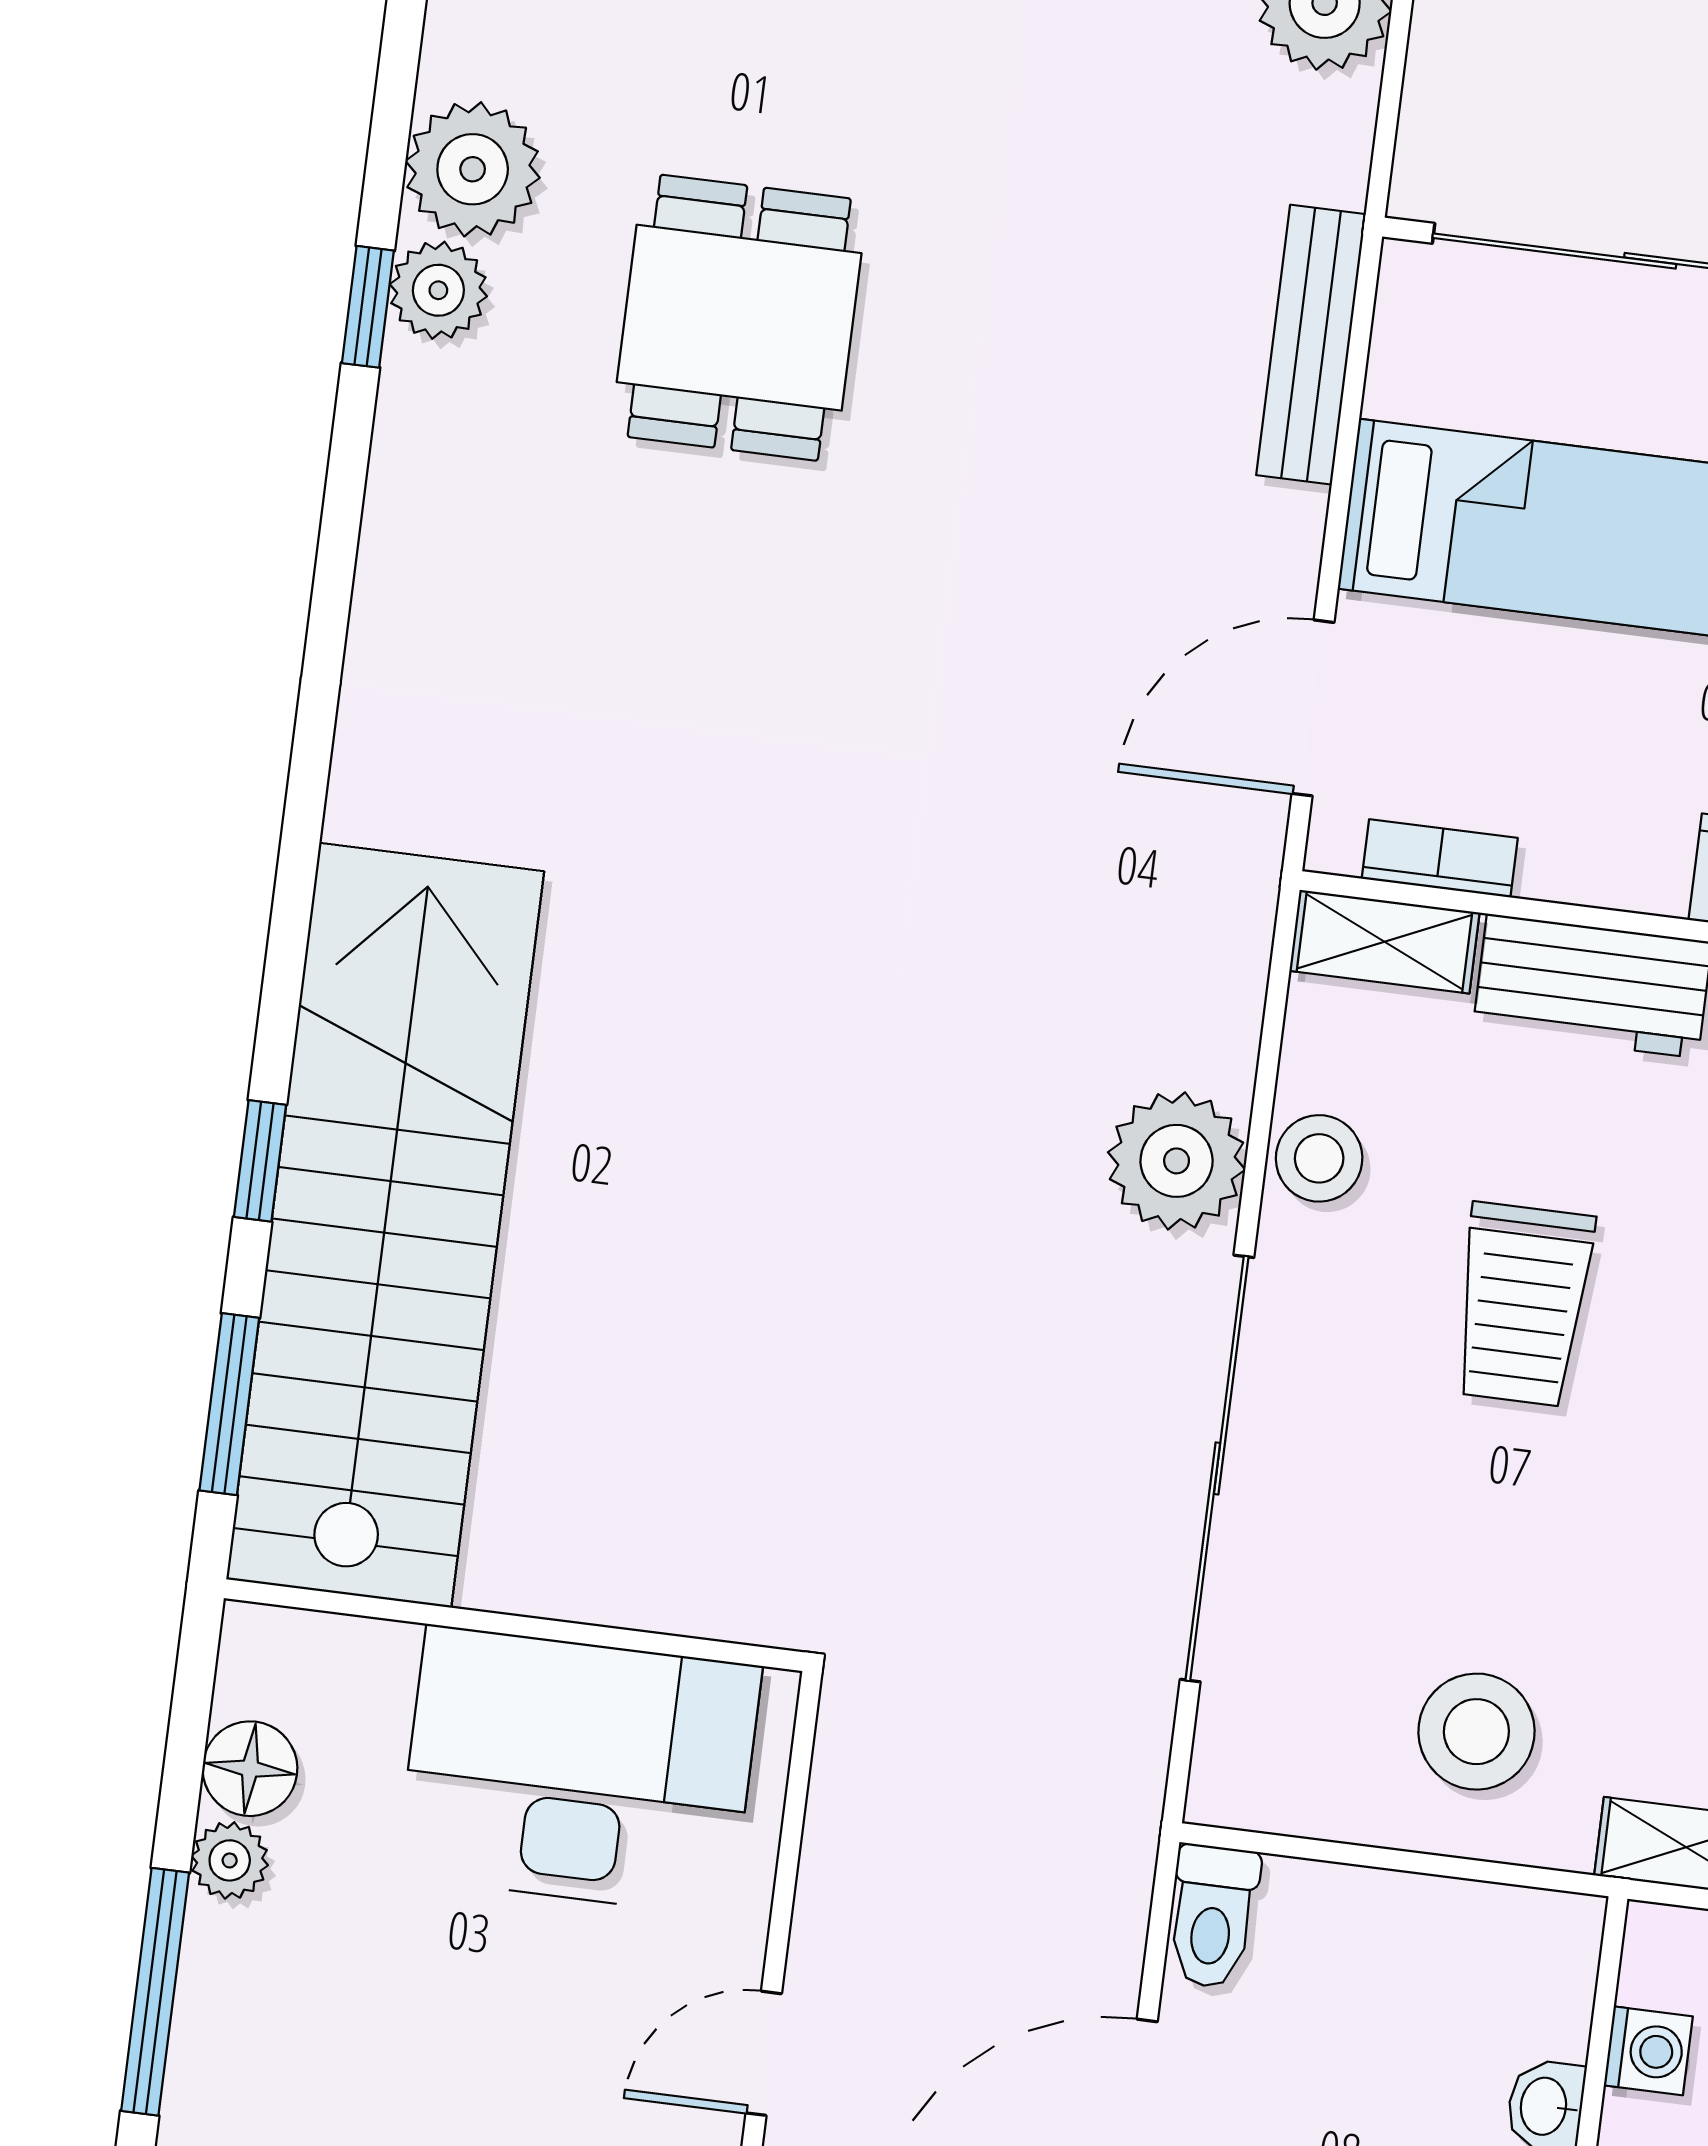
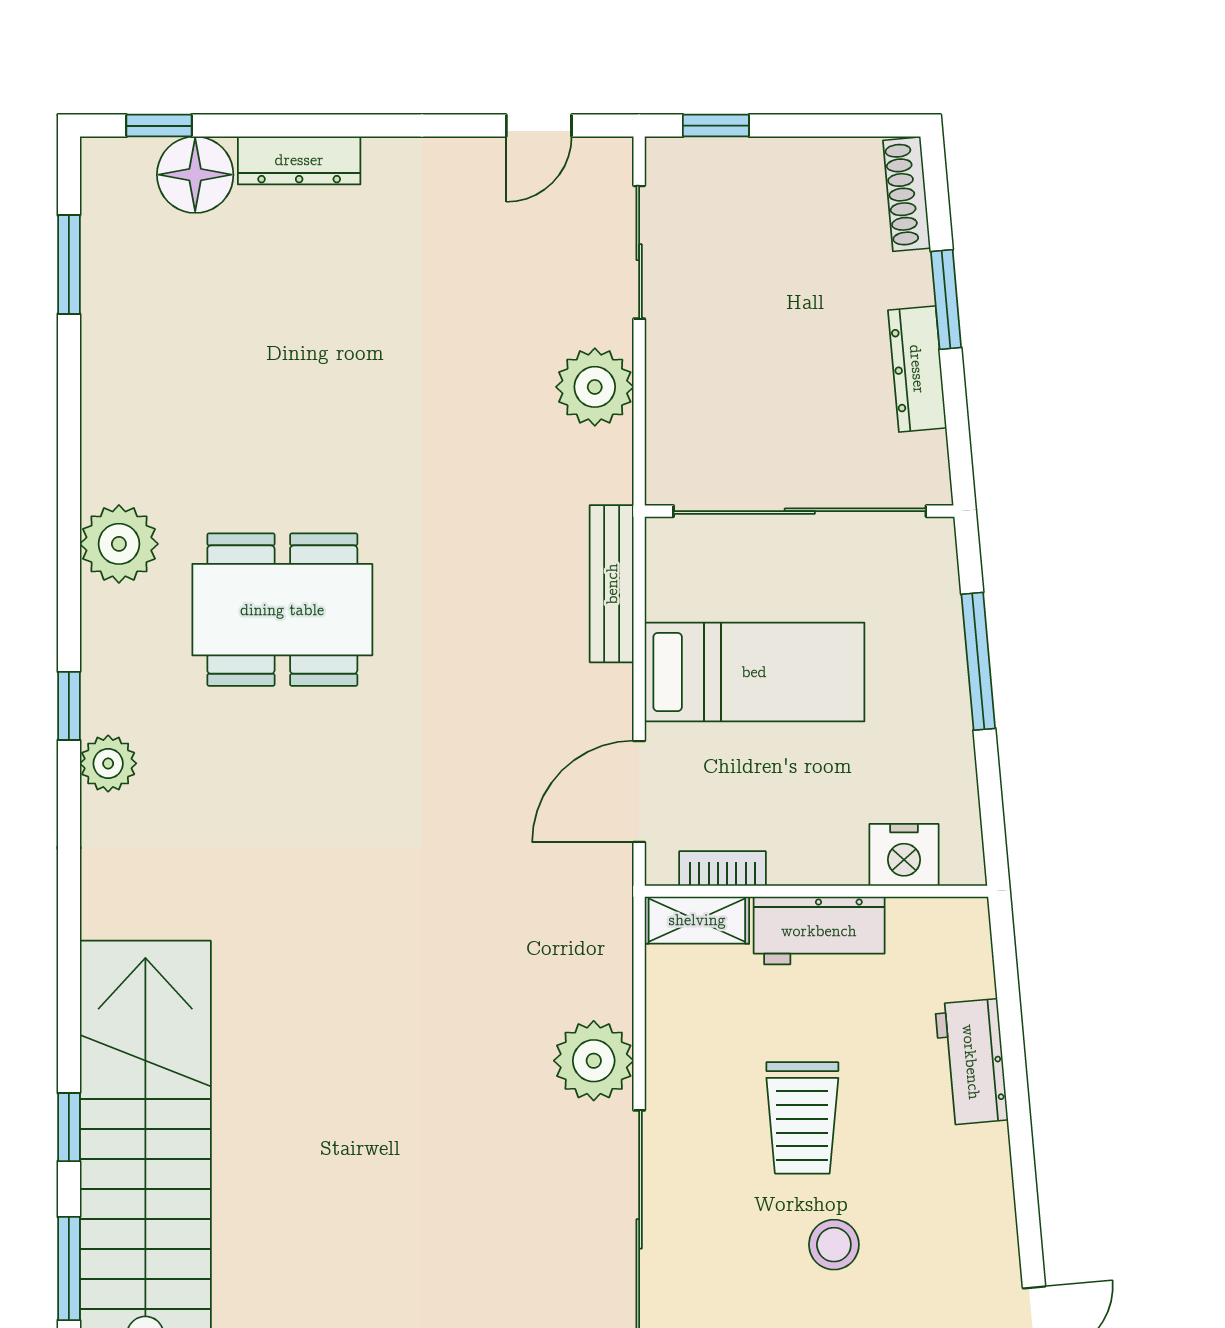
plant: (438, 290) -> (108, 763), moved
window: (368, 307) -> (69, 706), moved
dining table: (739, 318) -> (282, 610), width x1.38
stool: (1319, 1158) -> (834, 1245), moved

